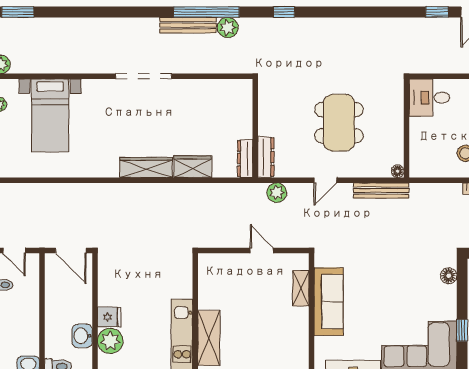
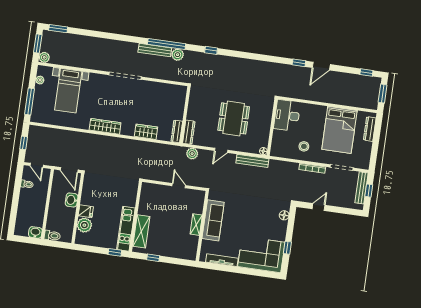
desk: (429, 98) -> (287, 115), width x1.37
wardrobe: (146, 167) -> (105, 126), moved
shelving: (301, 288) -> (196, 225), moved
washbasin: (82, 336) -> (72, 200), moved

